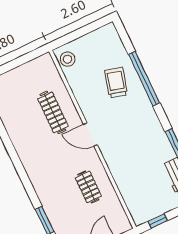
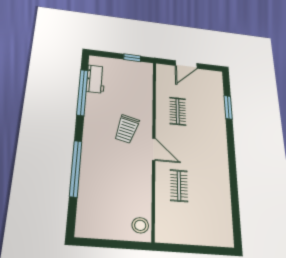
trolley: (116, 83) -> (127, 129), moved
clothes rail: (53, 112) -> (179, 186), width x0.73

